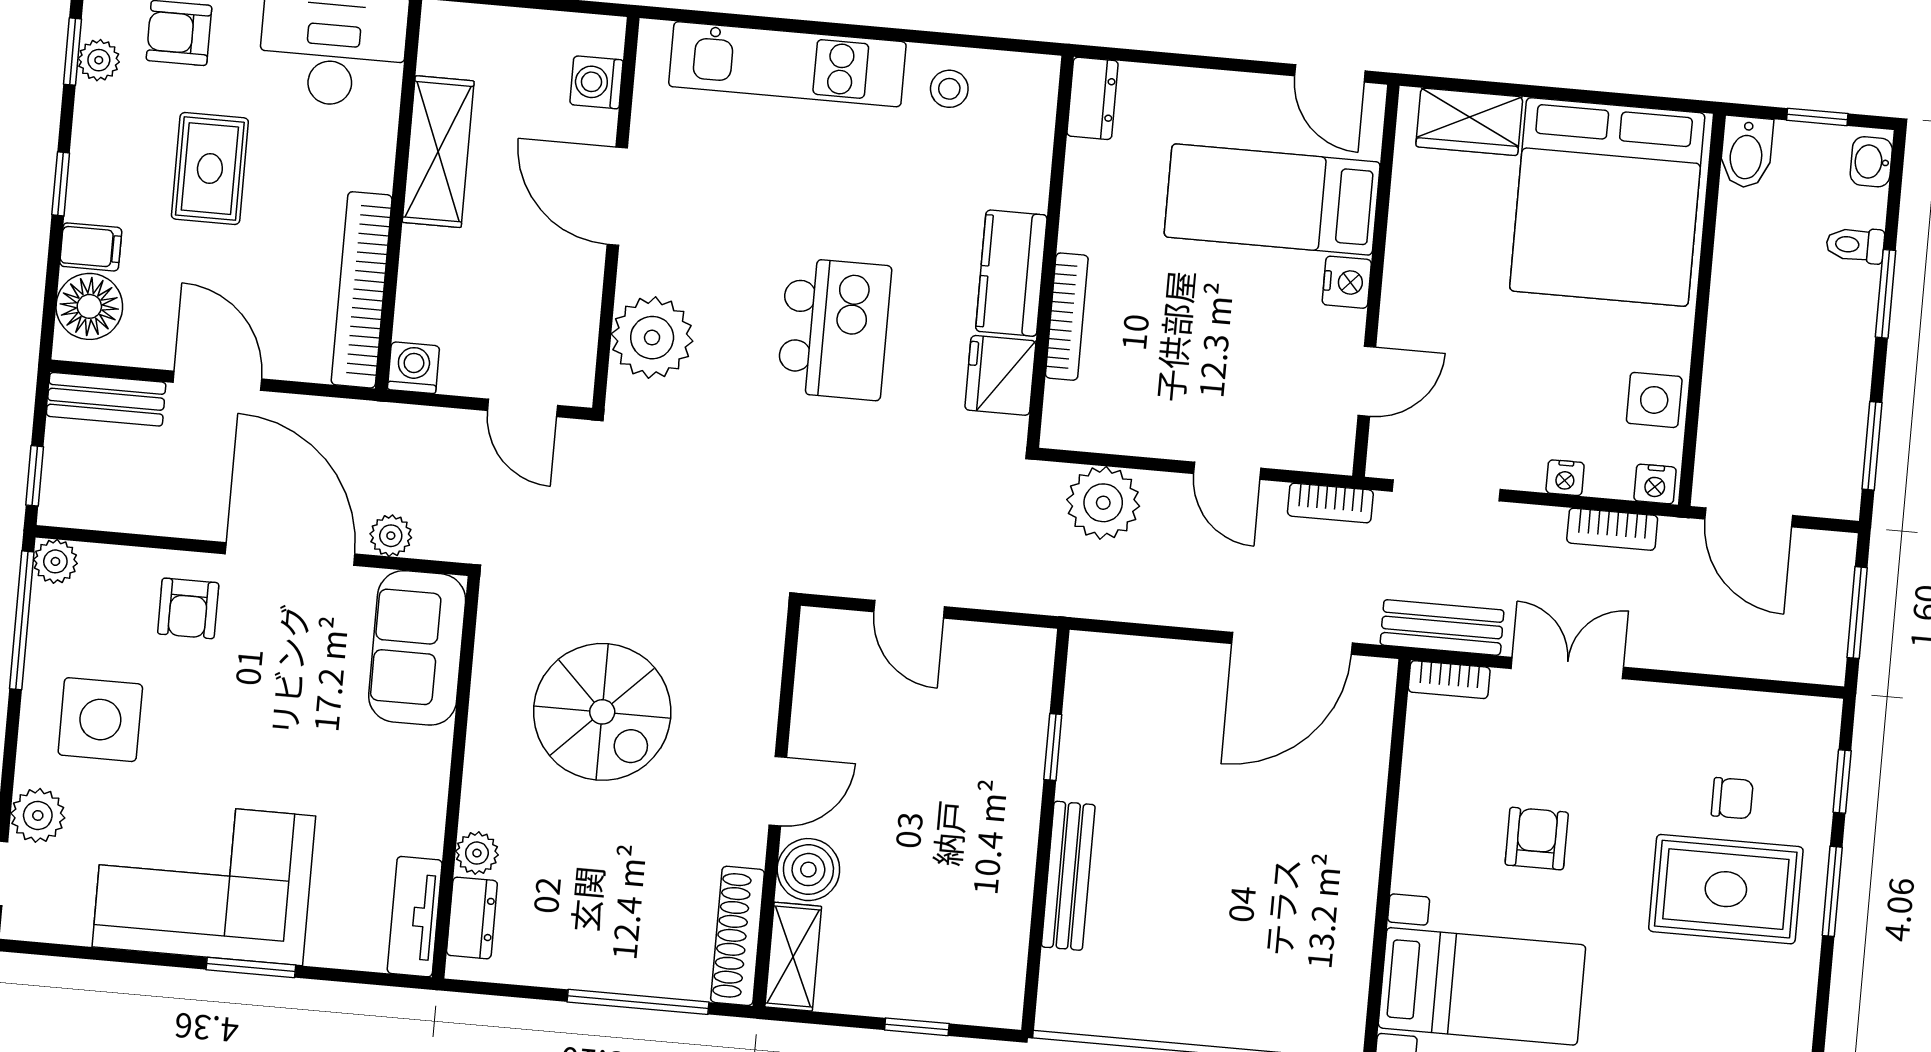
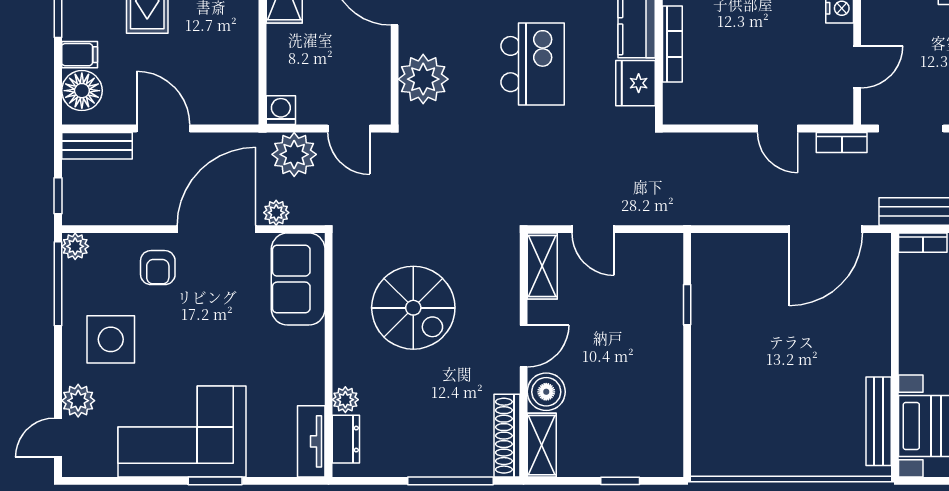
bookcase: (362, 290) -> (245, 66), removed
plant: (1103, 503) -> (294, 154), moved
door: (290, 554) -> (216, 229), hinge flipped
shelving: (820, 662) -> (542, 266), added
bench: (1068, 876) -> (879, 421), moved

